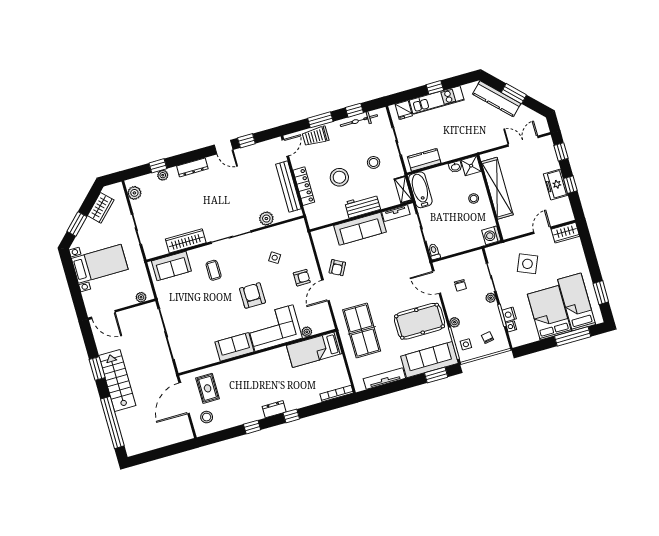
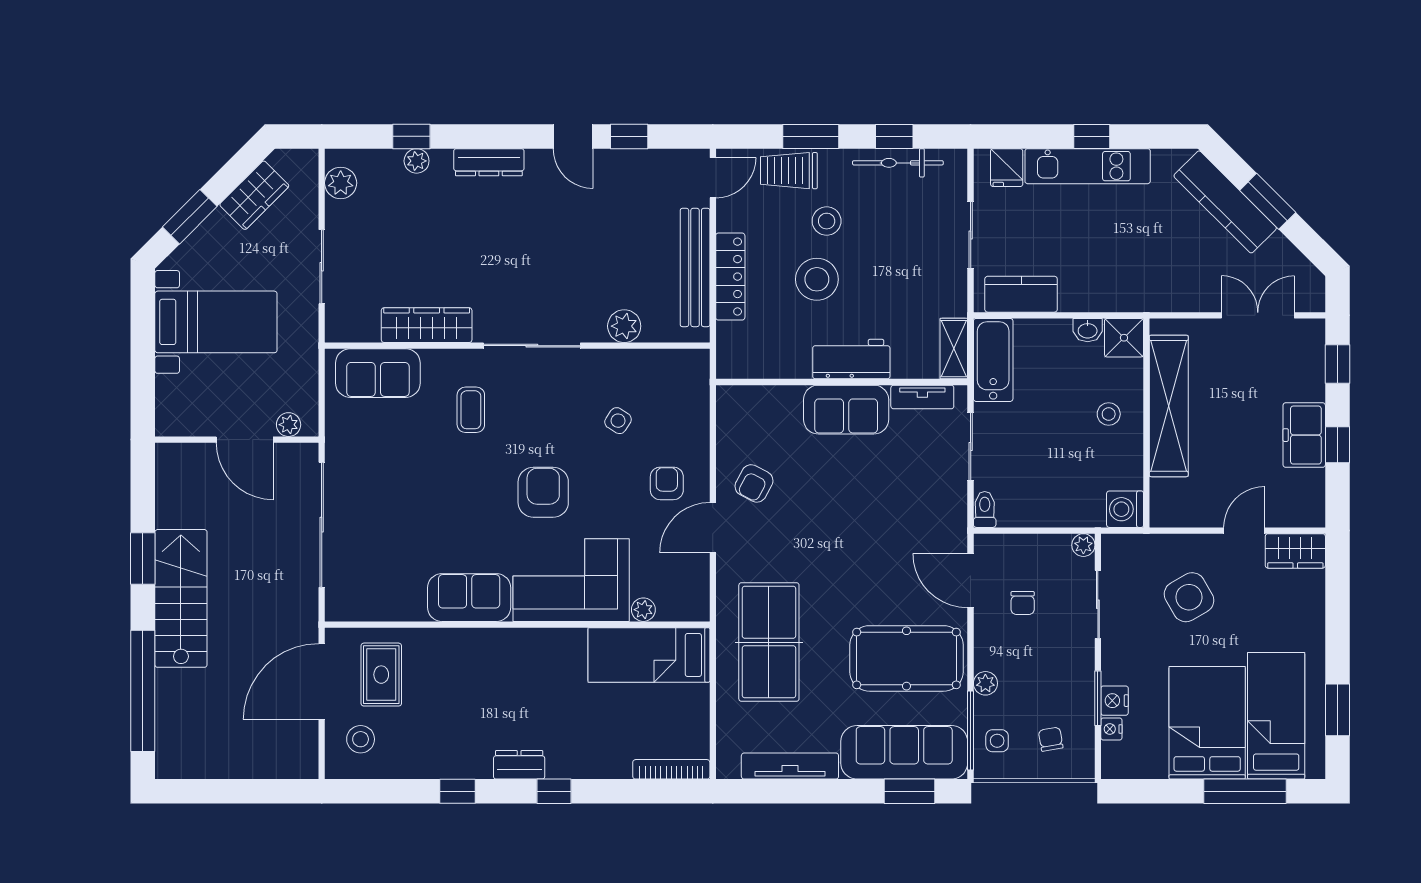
stool: (374, 162) -> (827, 221), moved
sofa: (360, 229) -> (846, 410), width x0.73
side table: (527, 264) -> (1189, 597), turned 37
armchair: (302, 278) -> (667, 483), turned -90
plant: (491, 298) -> (1083, 545), moved
door: (103, 315) -> (245, 440), moved

